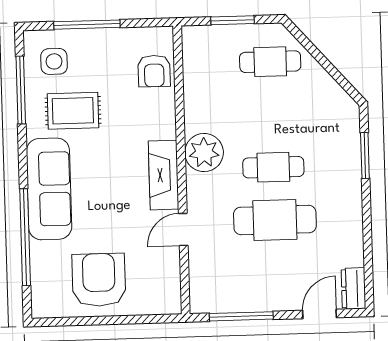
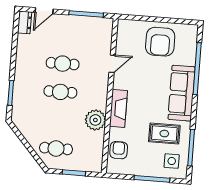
plant: (204, 153) -> (95, 120), moved
fireplace: (164, 175) -> (118, 108), moved
cafe table: (275, 220) -> (63, 64), width x0.73, depth x0.74

